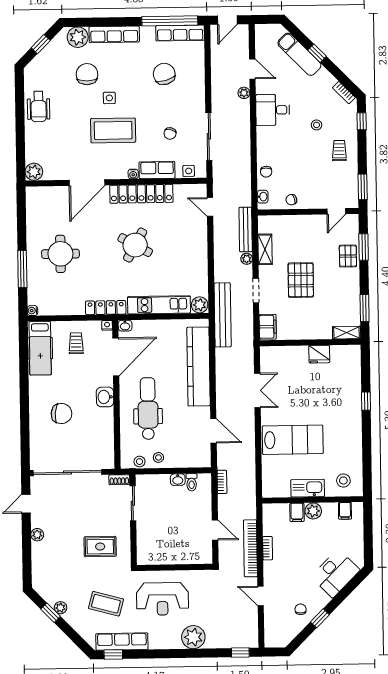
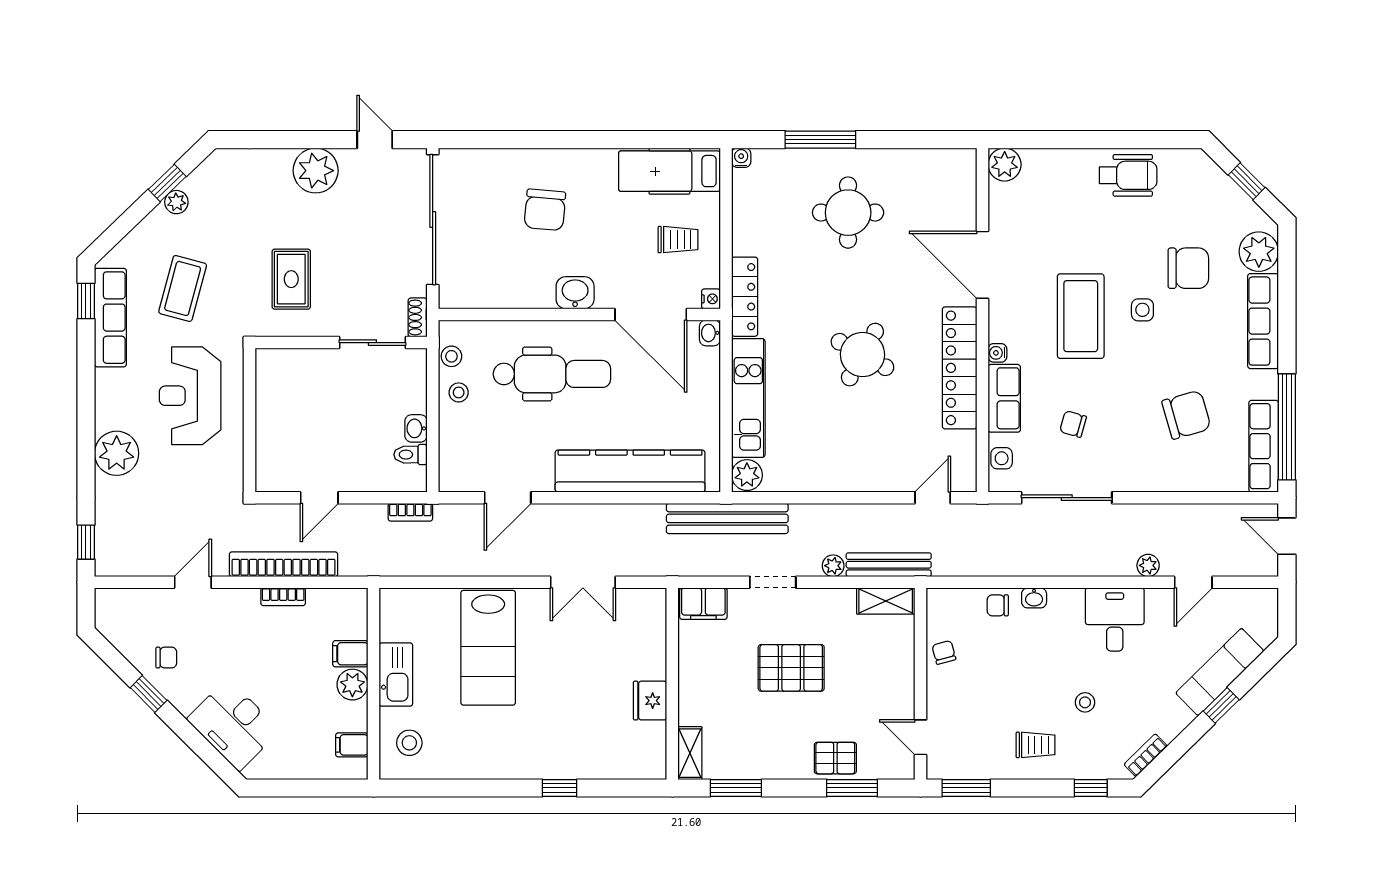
wheelchair: (39, 107) -> (1128, 175), turned 180
washbasin: (263, 197) -> (1034, 598), moved
shelving: (265, 249) -> (886, 601), moved
plant: (37, 535) -> (316, 171), width x1.87, depth x1.87

